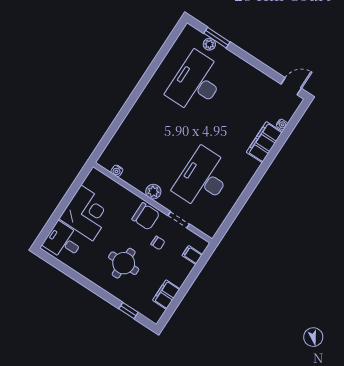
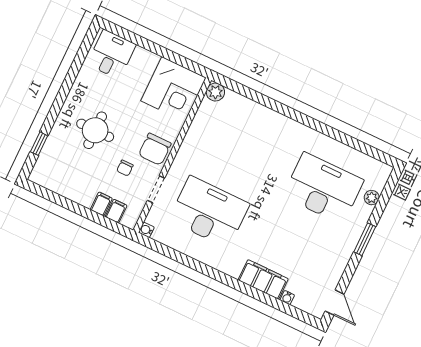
window: (217, 38) -> (365, 239), moved
water cooler: (117, 171) -> (146, 230), moved
plant: (153, 192) -> (215, 92), moved
corner desk: (87, 213) -> (173, 89), moved
filing cabinet: (166, 295) -> (101, 204), moved, width x0.50

